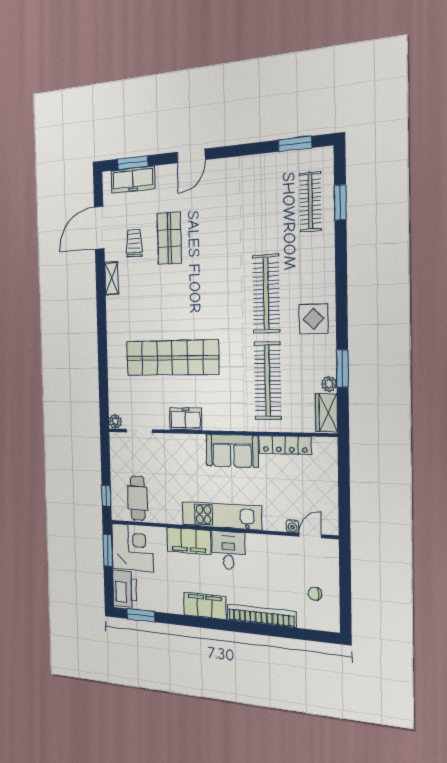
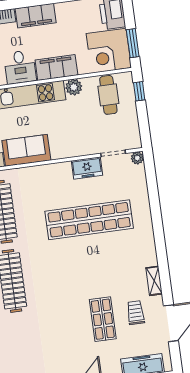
trolley: (134, 243) -> (136, 313), turned 180
freezer: (185, 419) -> (87, 168), moved
plant: (173, 515) -> (74, 87), added

